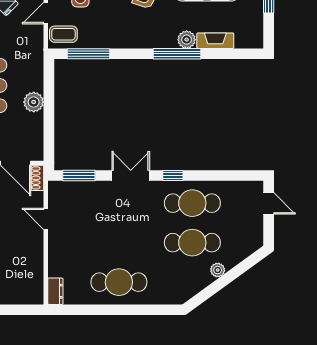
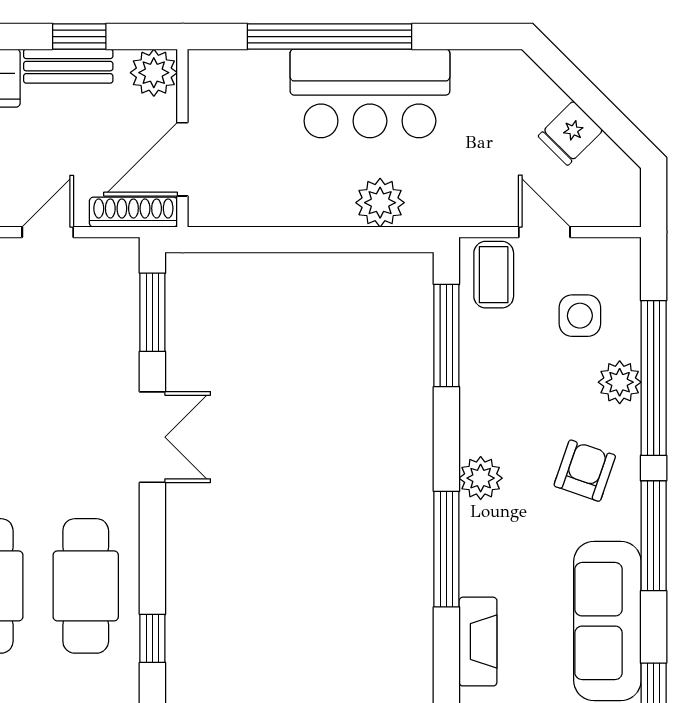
plant: (187, 40) -> (481, 478), moved
plant: (34, 102) -> (380, 203), moved
window: (173, 176) -> (152, 638), moved
shoe rack: (37, 178) -> (133, 212), width x1.43

